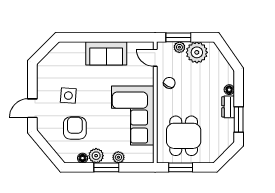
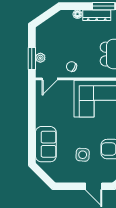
plant: (197, 52) -> (45, 42), removed
sofa: (106, 53) -> (46, 144), moved
dresser: (228, 107) -> (97, 15), width x1.44

